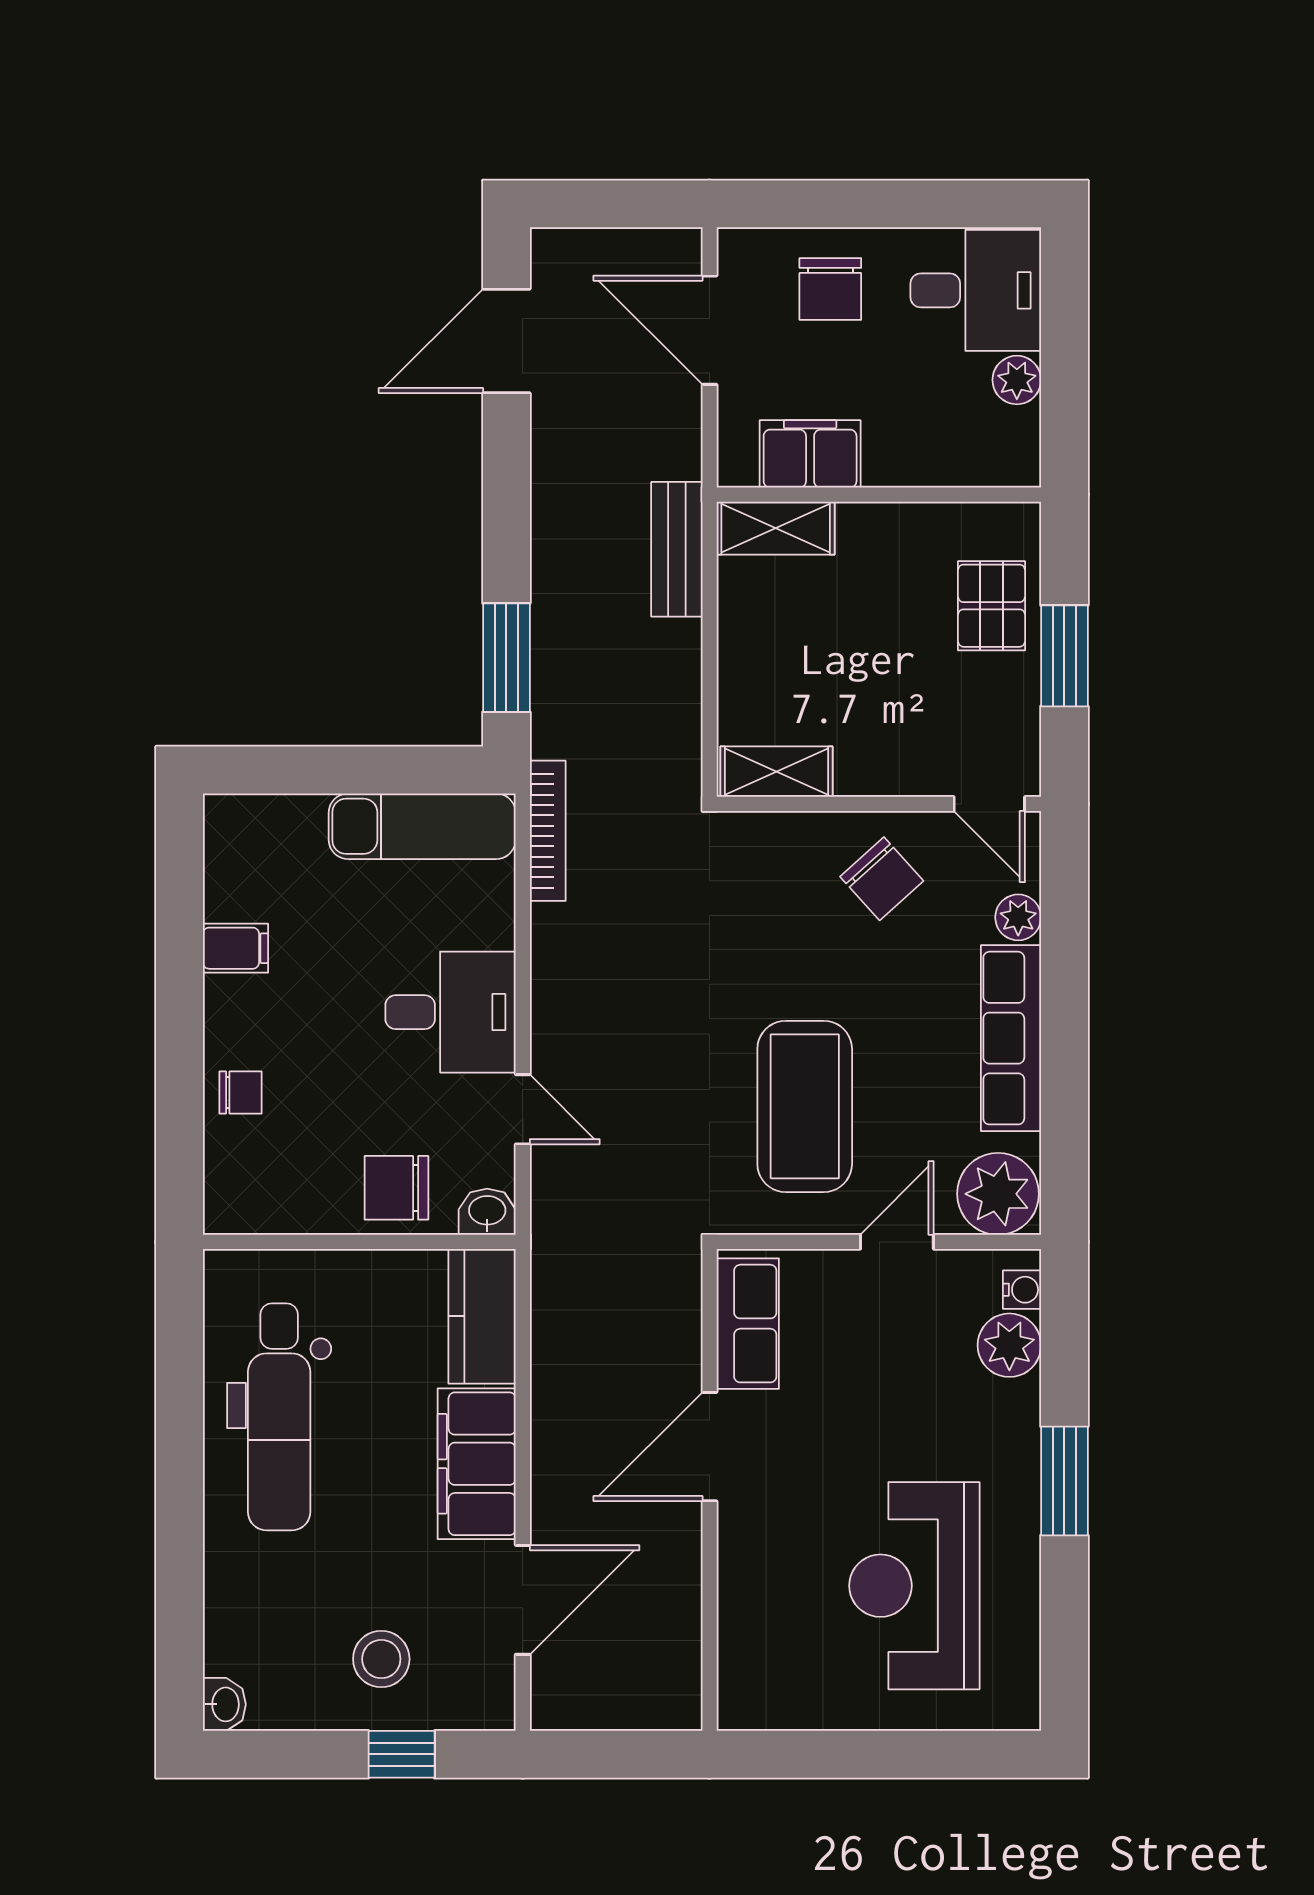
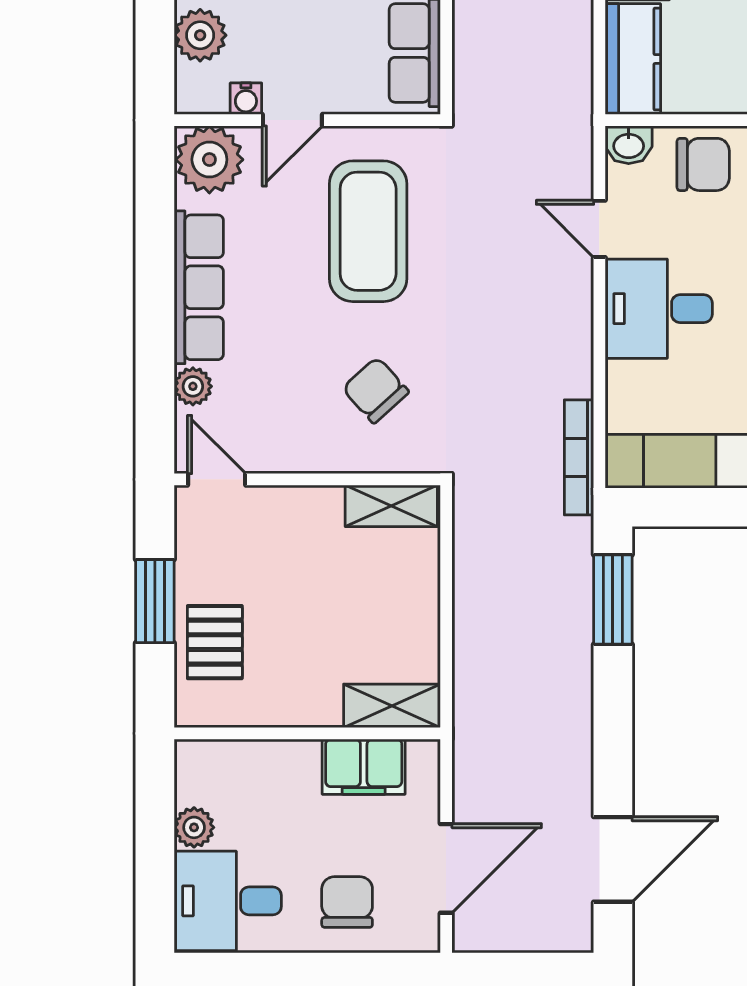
door: (710, 330) -> (446, 868), hinge flipped
bench: (677, 549) -> (473, 688), removed
chair: (882, 879) -> (376, 390), moved
water cooler: (1022, 1290) -> (246, 99), moved, turned -90

